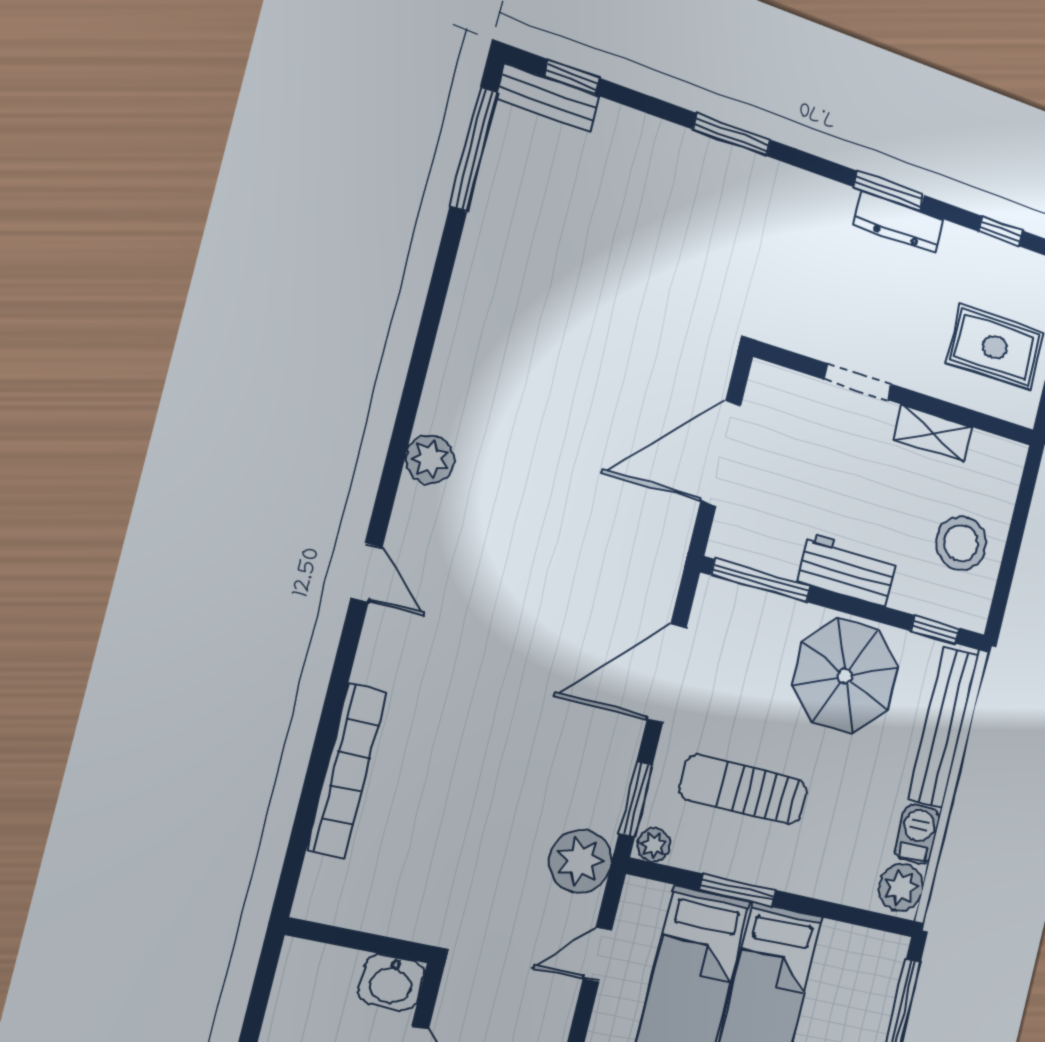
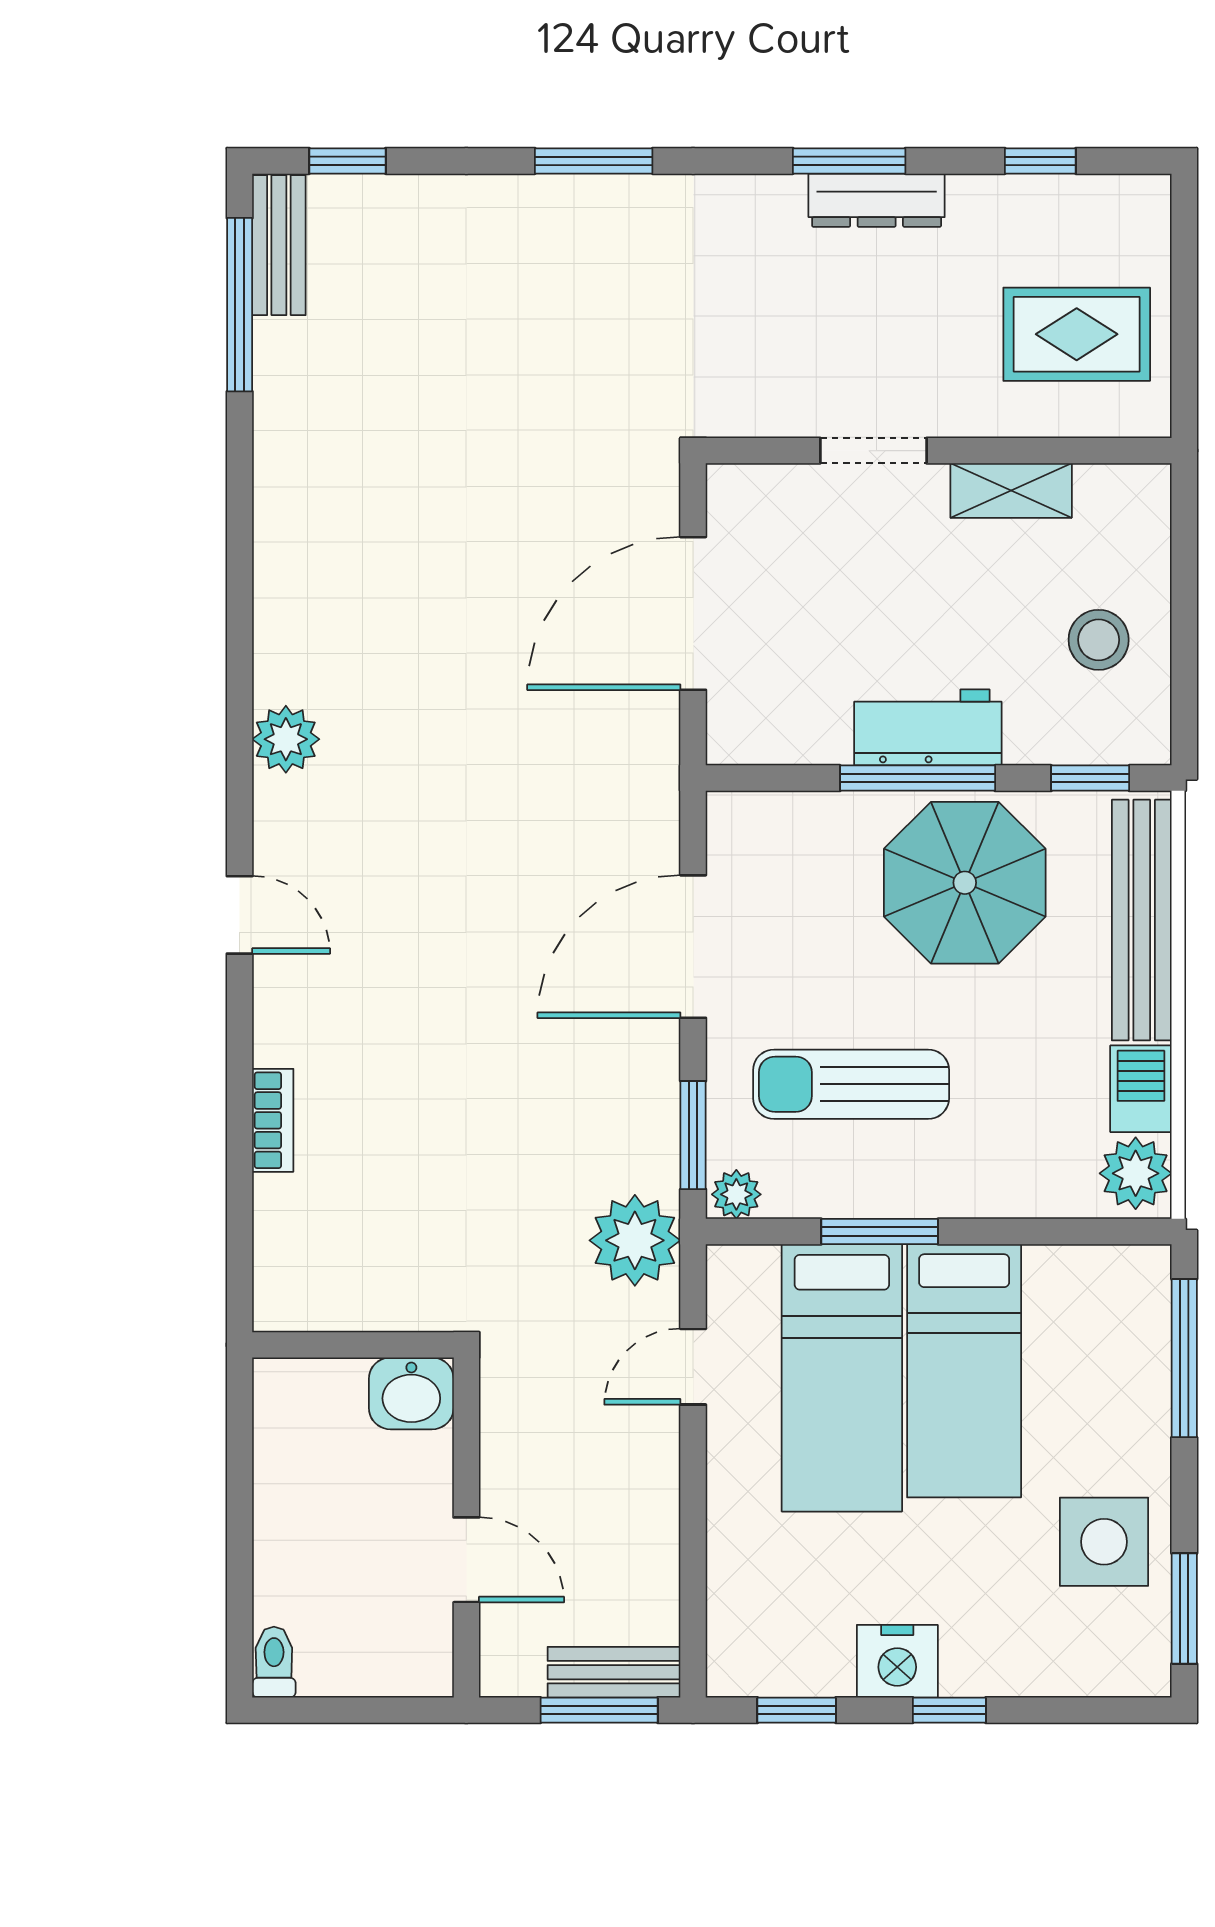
bench: (548, 98) -> (279, 245), moved, turned 90
stool: (961, 543) -> (1099, 640), width x0.73, depth x0.73
window: (761, 581) -> (918, 778), moved
bookcase: (347, 771) -> (273, 1120), width x0.43, depth x0.76
wall: (359, 940) -> (353, 1345), moved
washbasin: (391, 982) -> (411, 1393), moved

